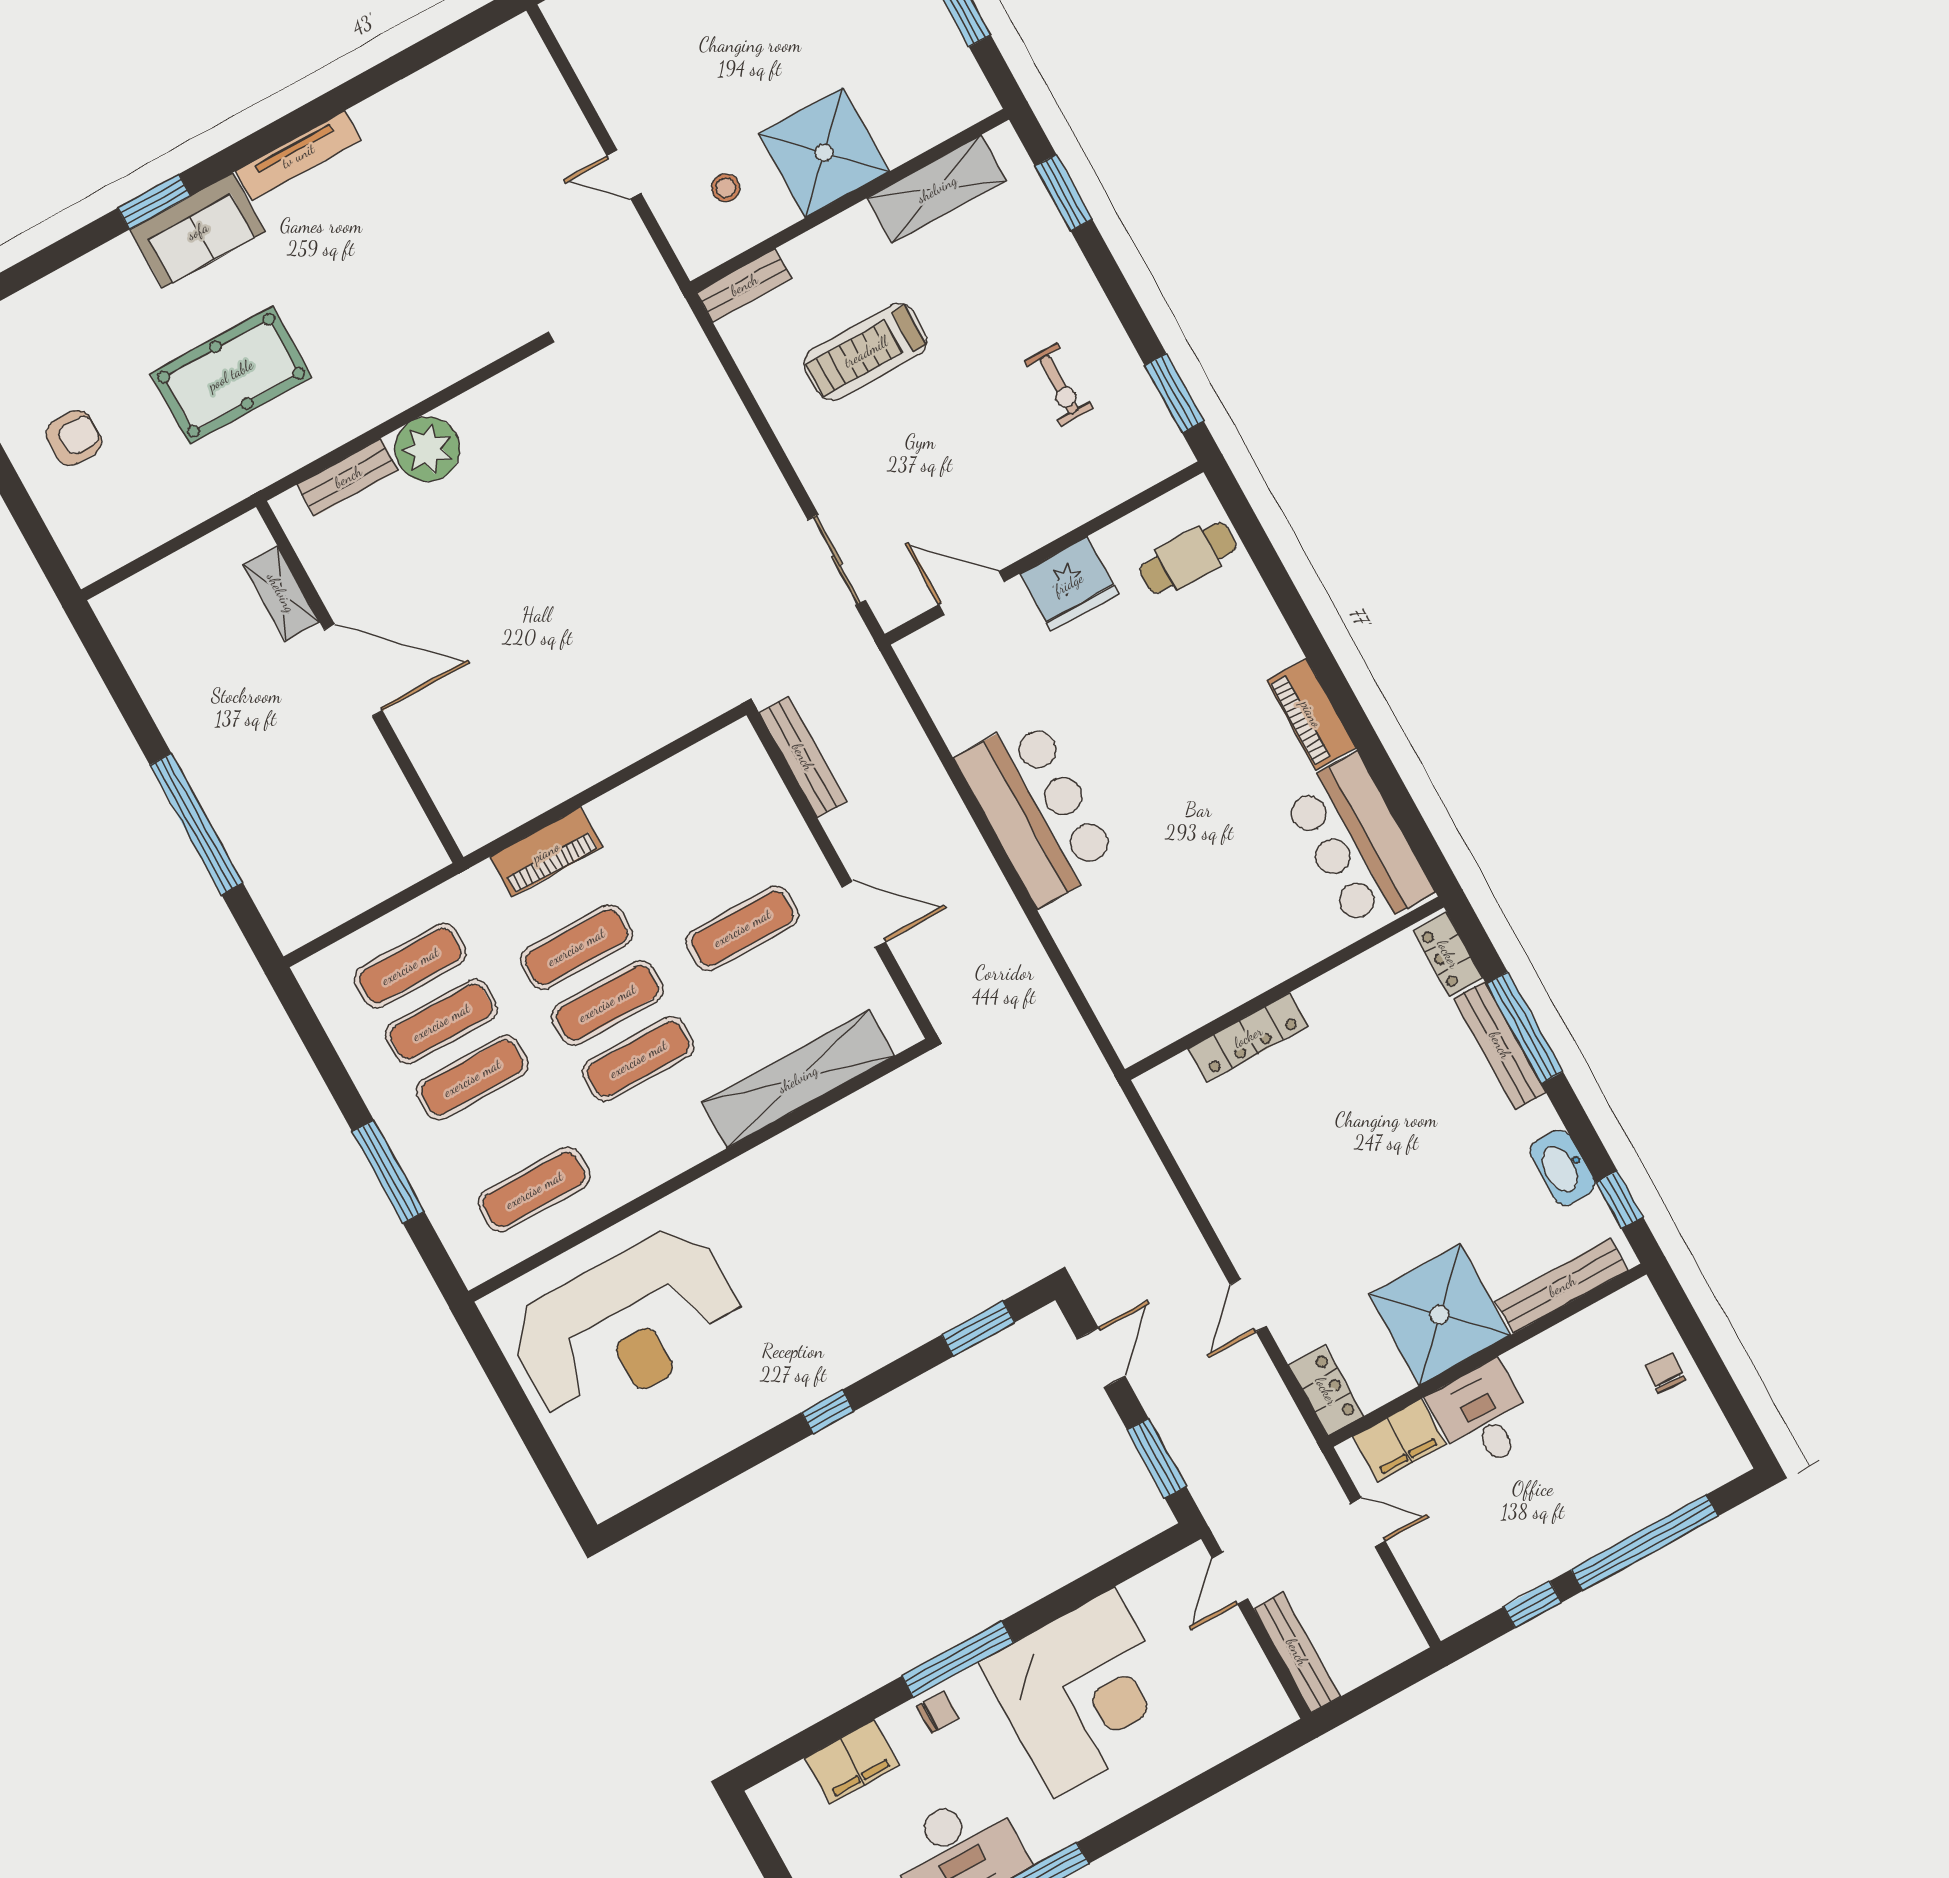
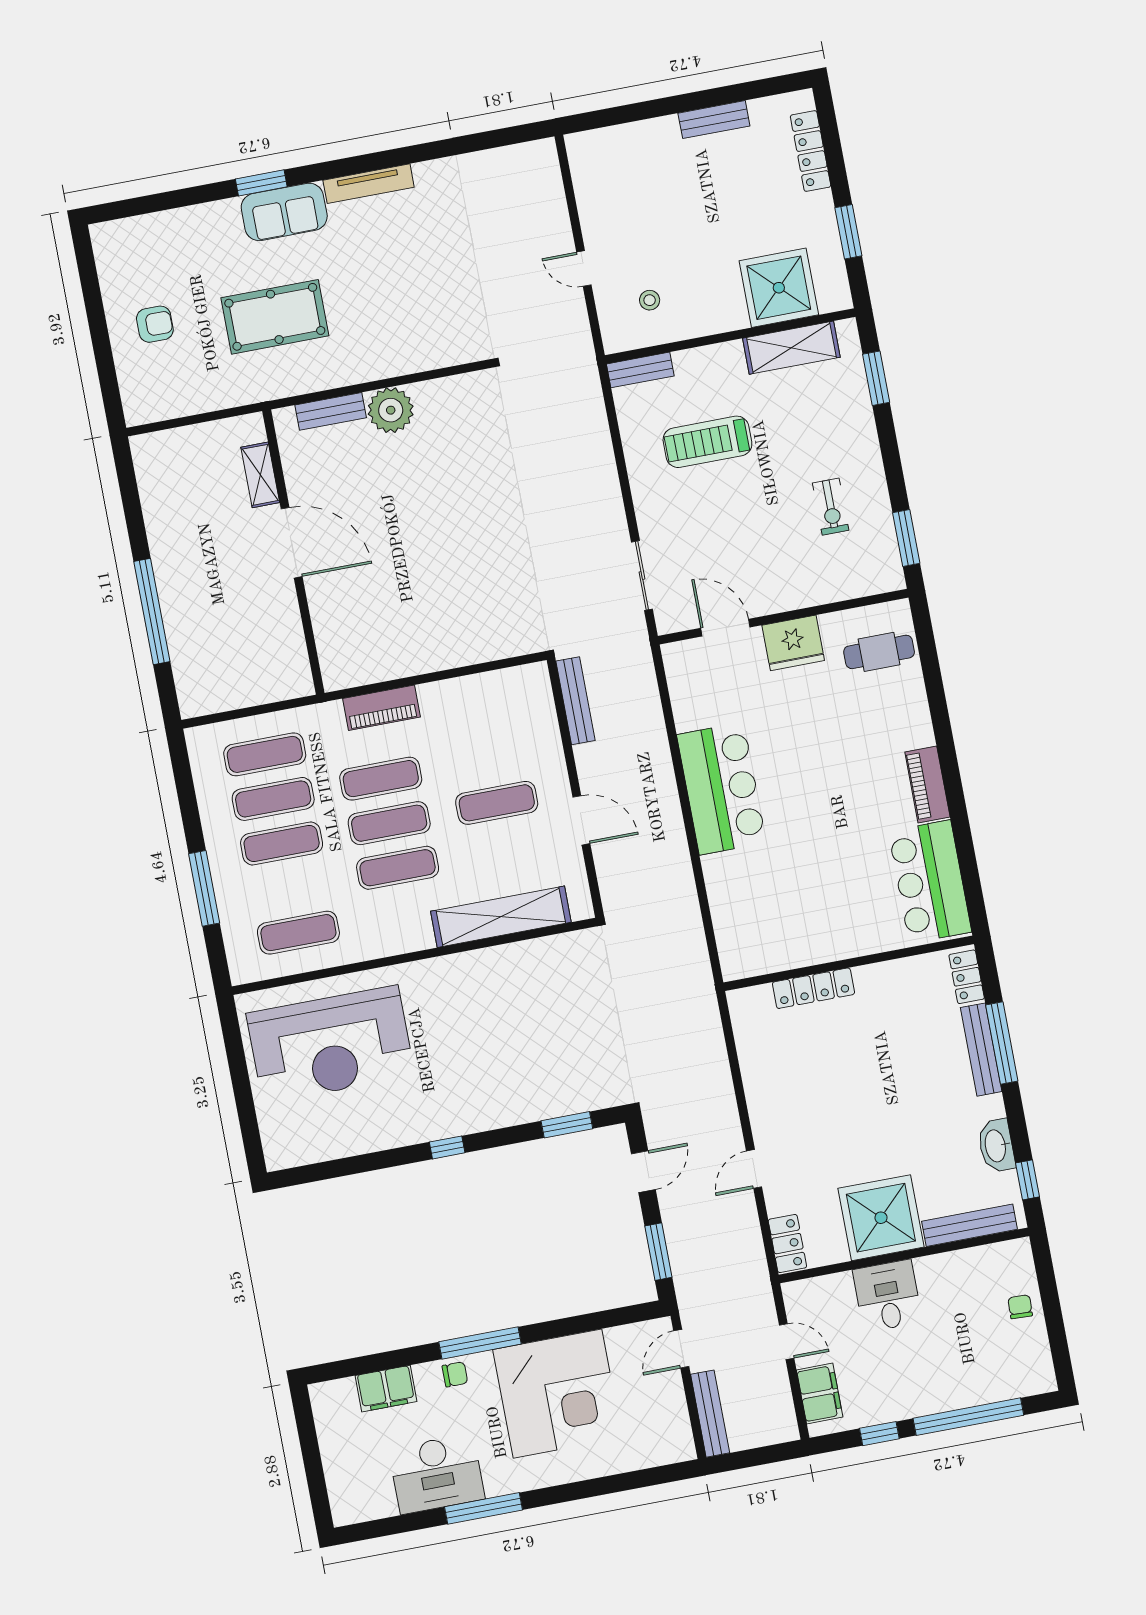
shower: (824, 153) -> (779, 288), moved
filing cabinet: (1399, 1440) -> (820, 1393), moved, turned -90

